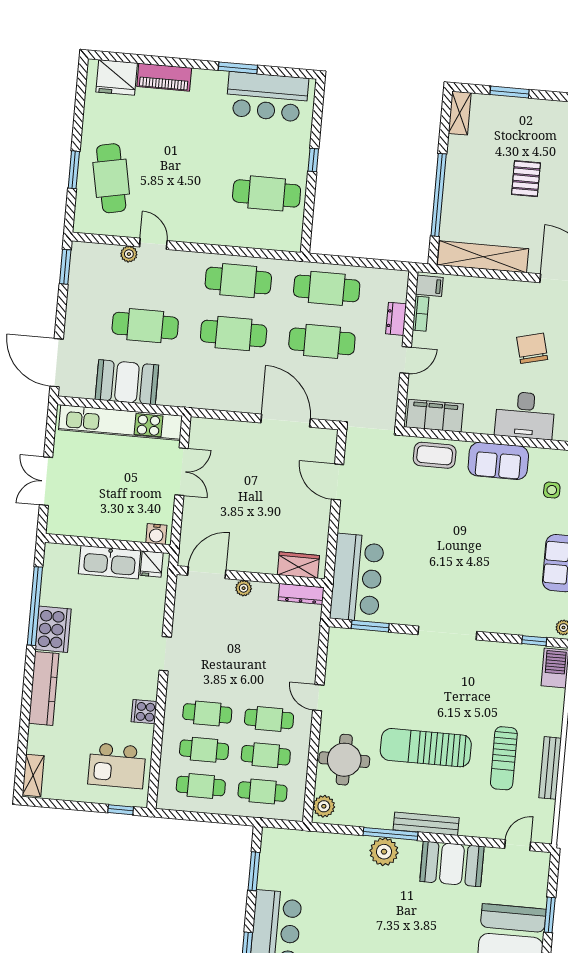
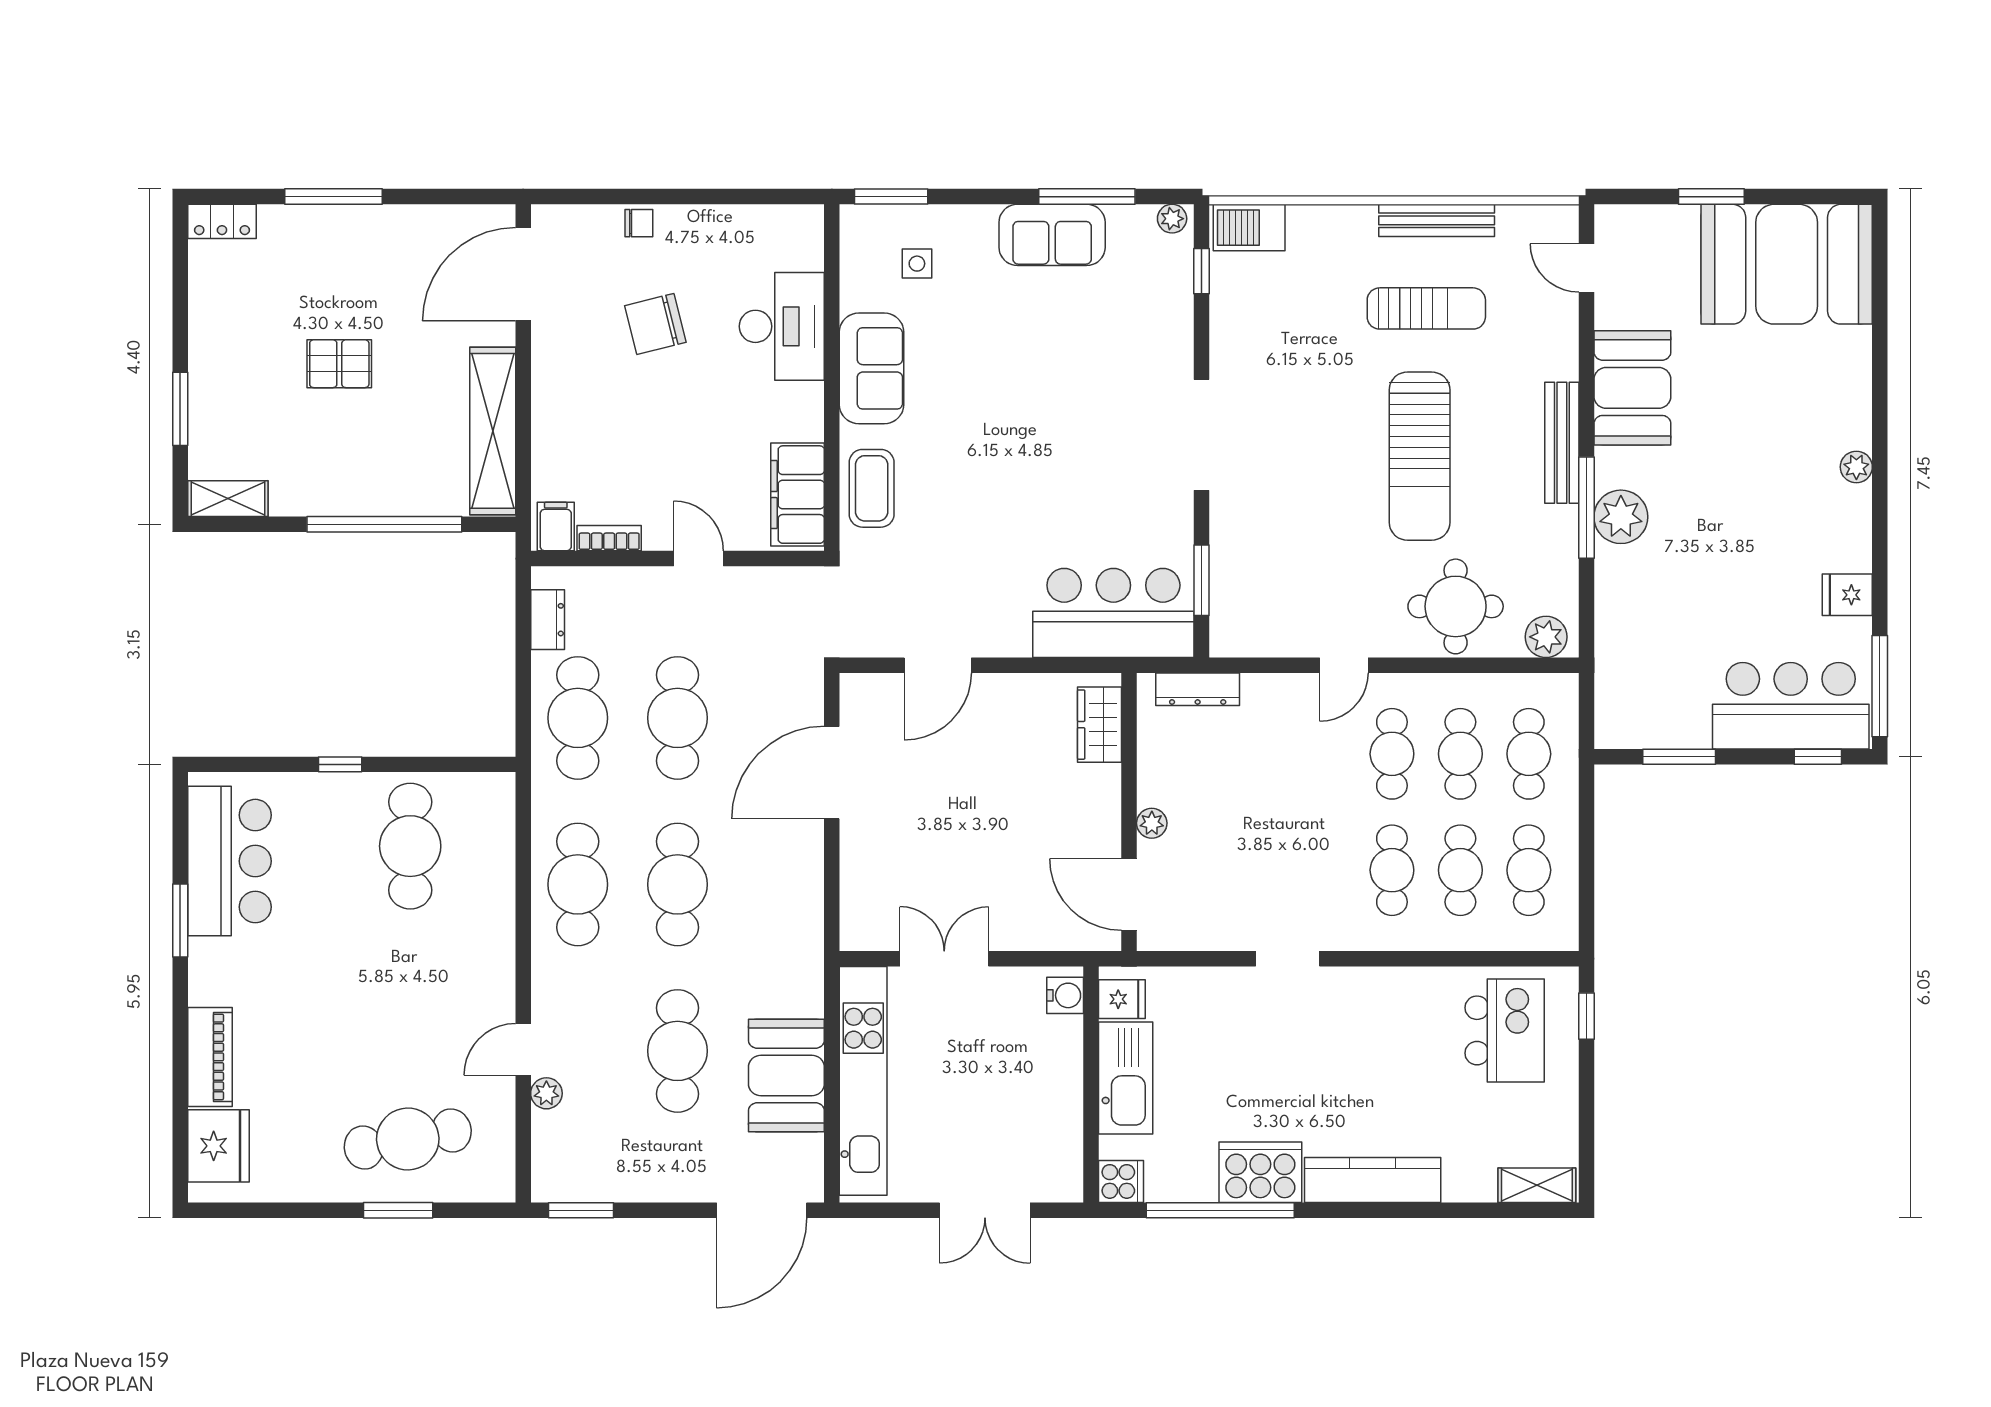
dresser: (396, 319) -> (548, 620), moved, turned -90
dresser: (301, 594) -> (1198, 689), moved, turned 90
cooker: (144, 712) -> (1121, 1181), moved, turned -90

